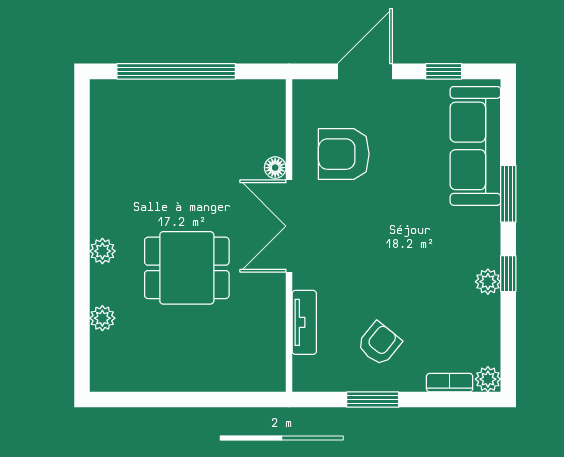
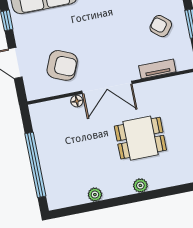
armchair: (344, 154) -> (62, 65), turned -67
dining table: (187, 268) -> (140, 138), turned 90
plant: (102, 318) -> (95, 195), moved

